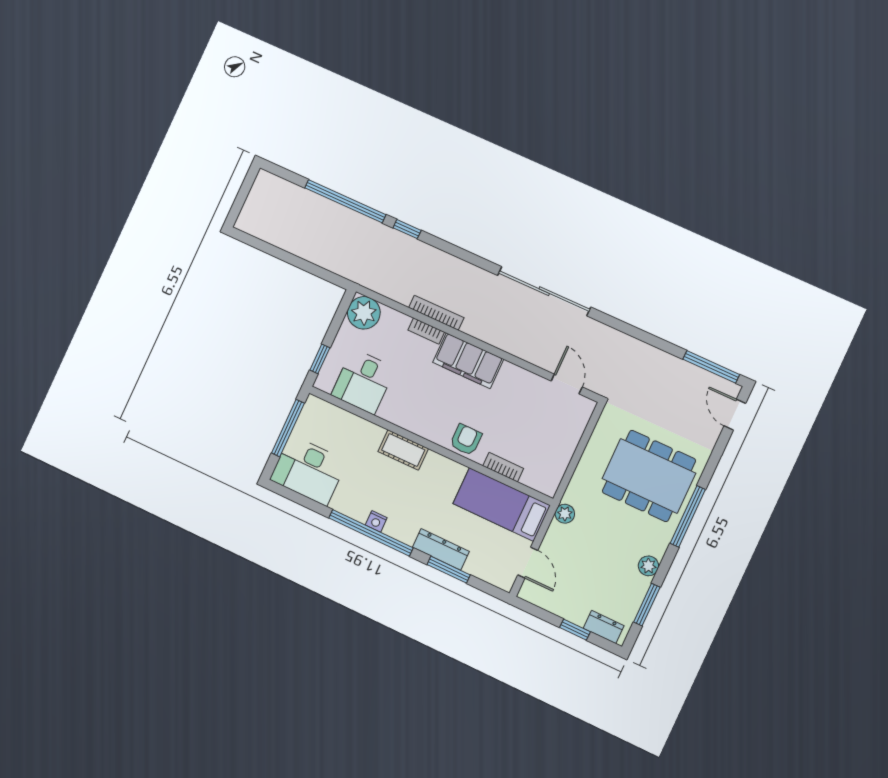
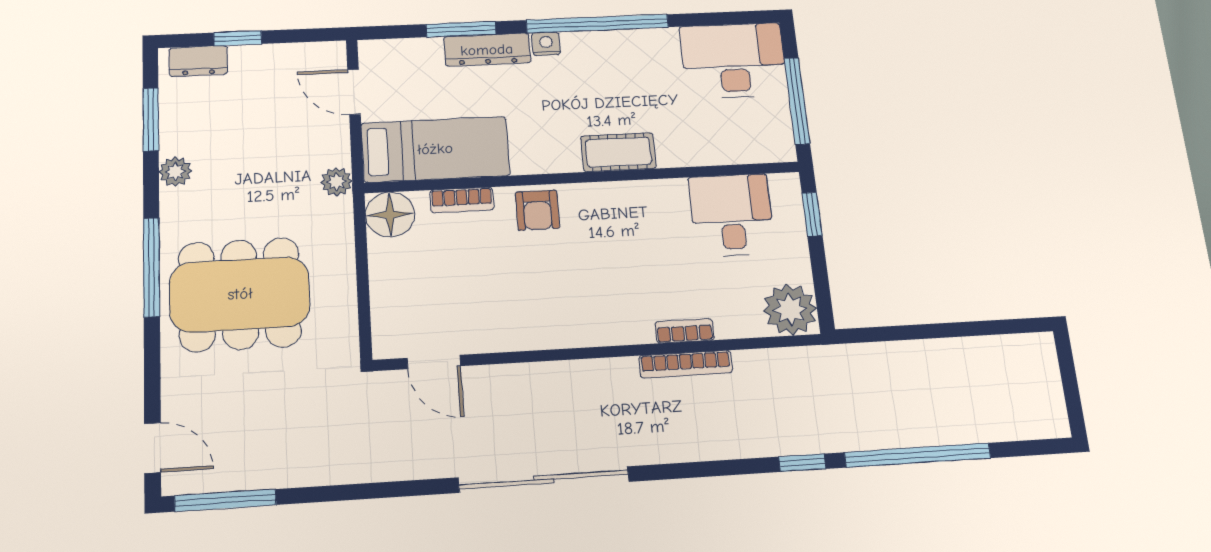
filing cabinet: (468, 361) -> (599, 321), removed
floor lamp: (546, 479) -> (390, 215), added
nightstand: (376, 521) -> (546, 44), moved

